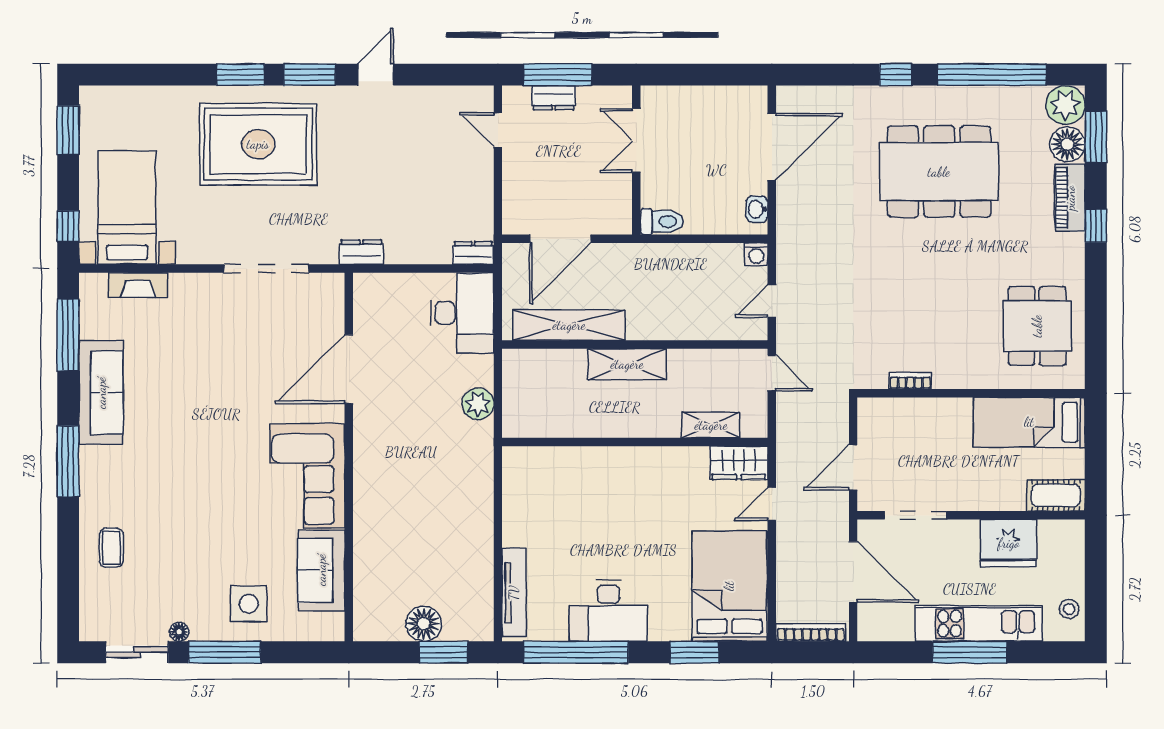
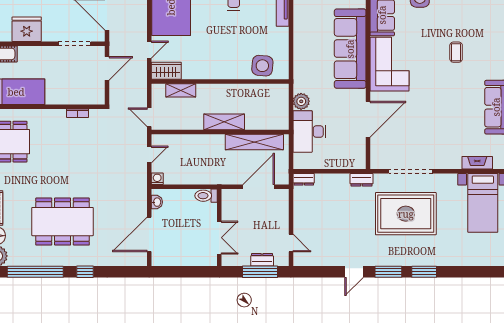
rug: (258, 144) -> (406, 214), moved
desk: (462, 313) -> (309, 132), moved
side table: (553, 473) -> (262, 66), added
sofa: (383, 506) -> (350, 49), added
coffee table: (111, 548) -> (456, 52), moved

